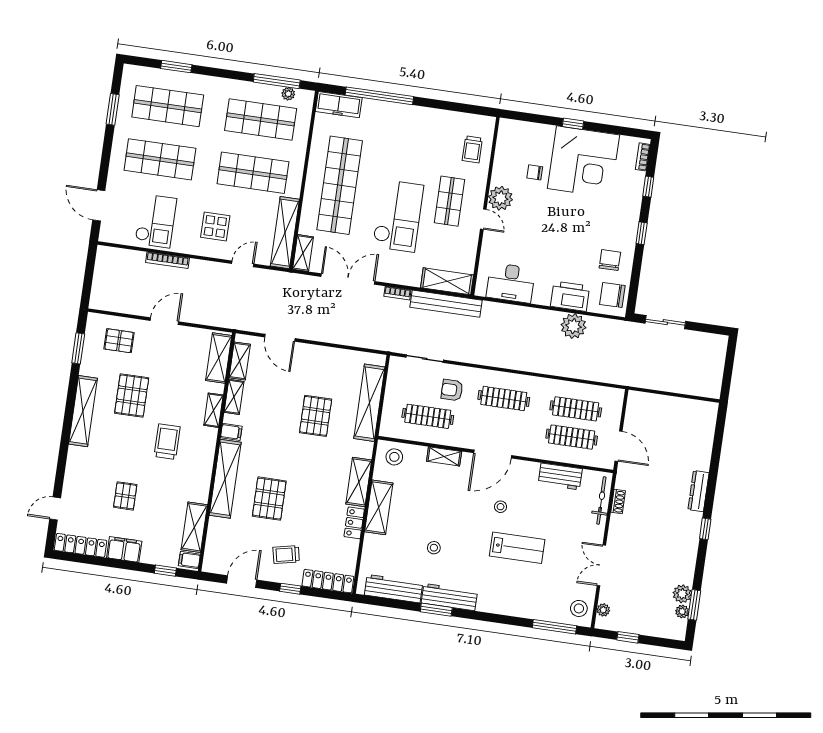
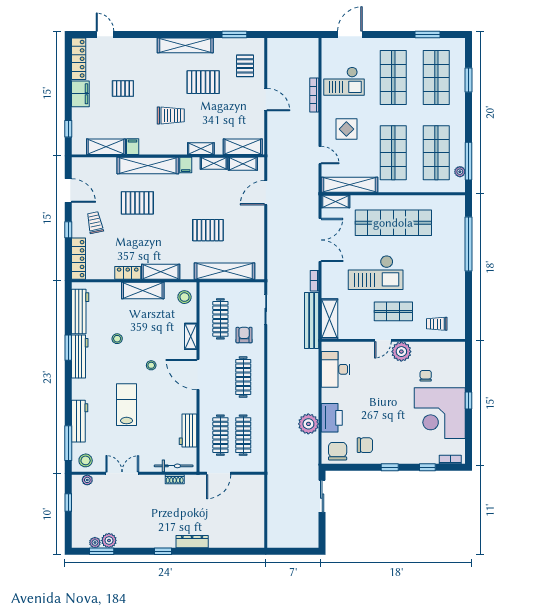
freezer: (339, 105) -> (457, 213), removed
stool: (501, 507) -> (151, 365), moved
lab bench: (517, 548) -> (127, 405), turned 180
filing cabinet: (189, 560) -> (133, 147), moved
workbench: (529, 609) -> (80, 421), added

